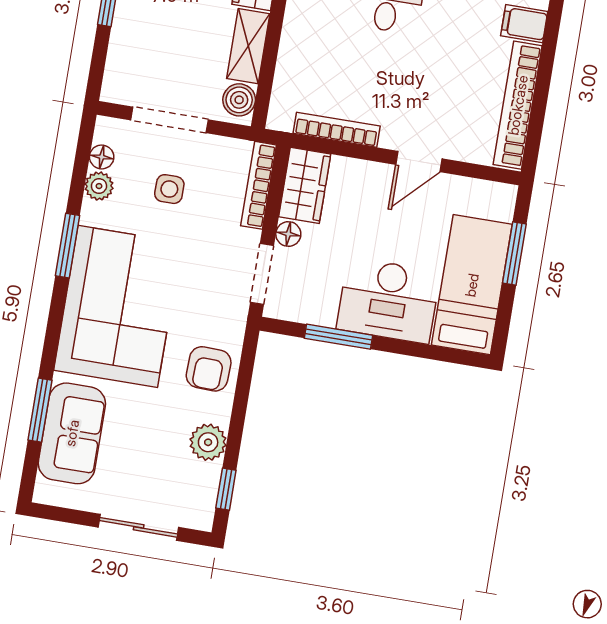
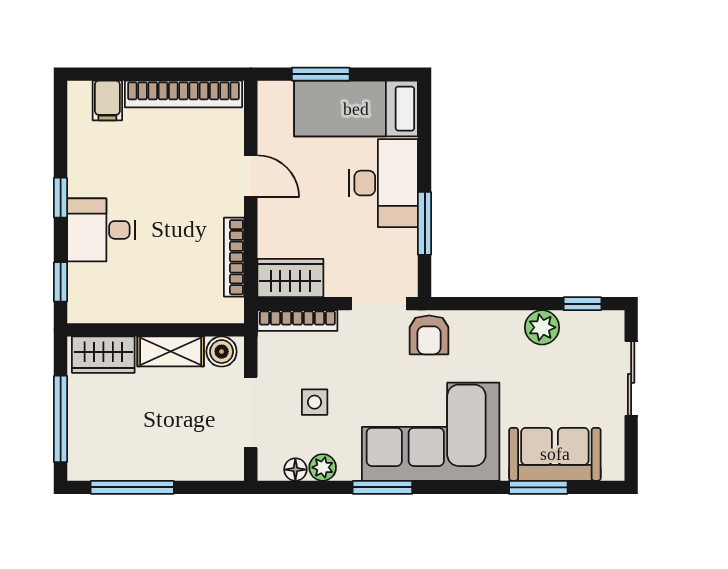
floor lamp: (288, 234) -> (338, 286), removed
armchair: (209, 369) -> (429, 335), moved, turned 88

